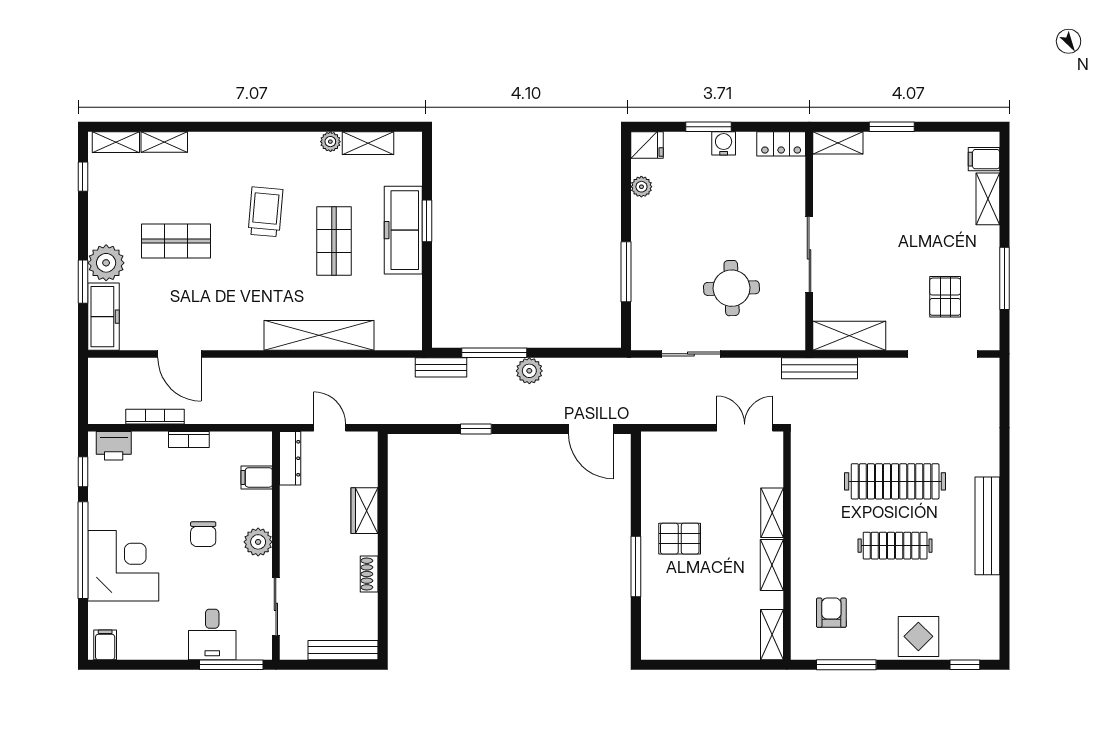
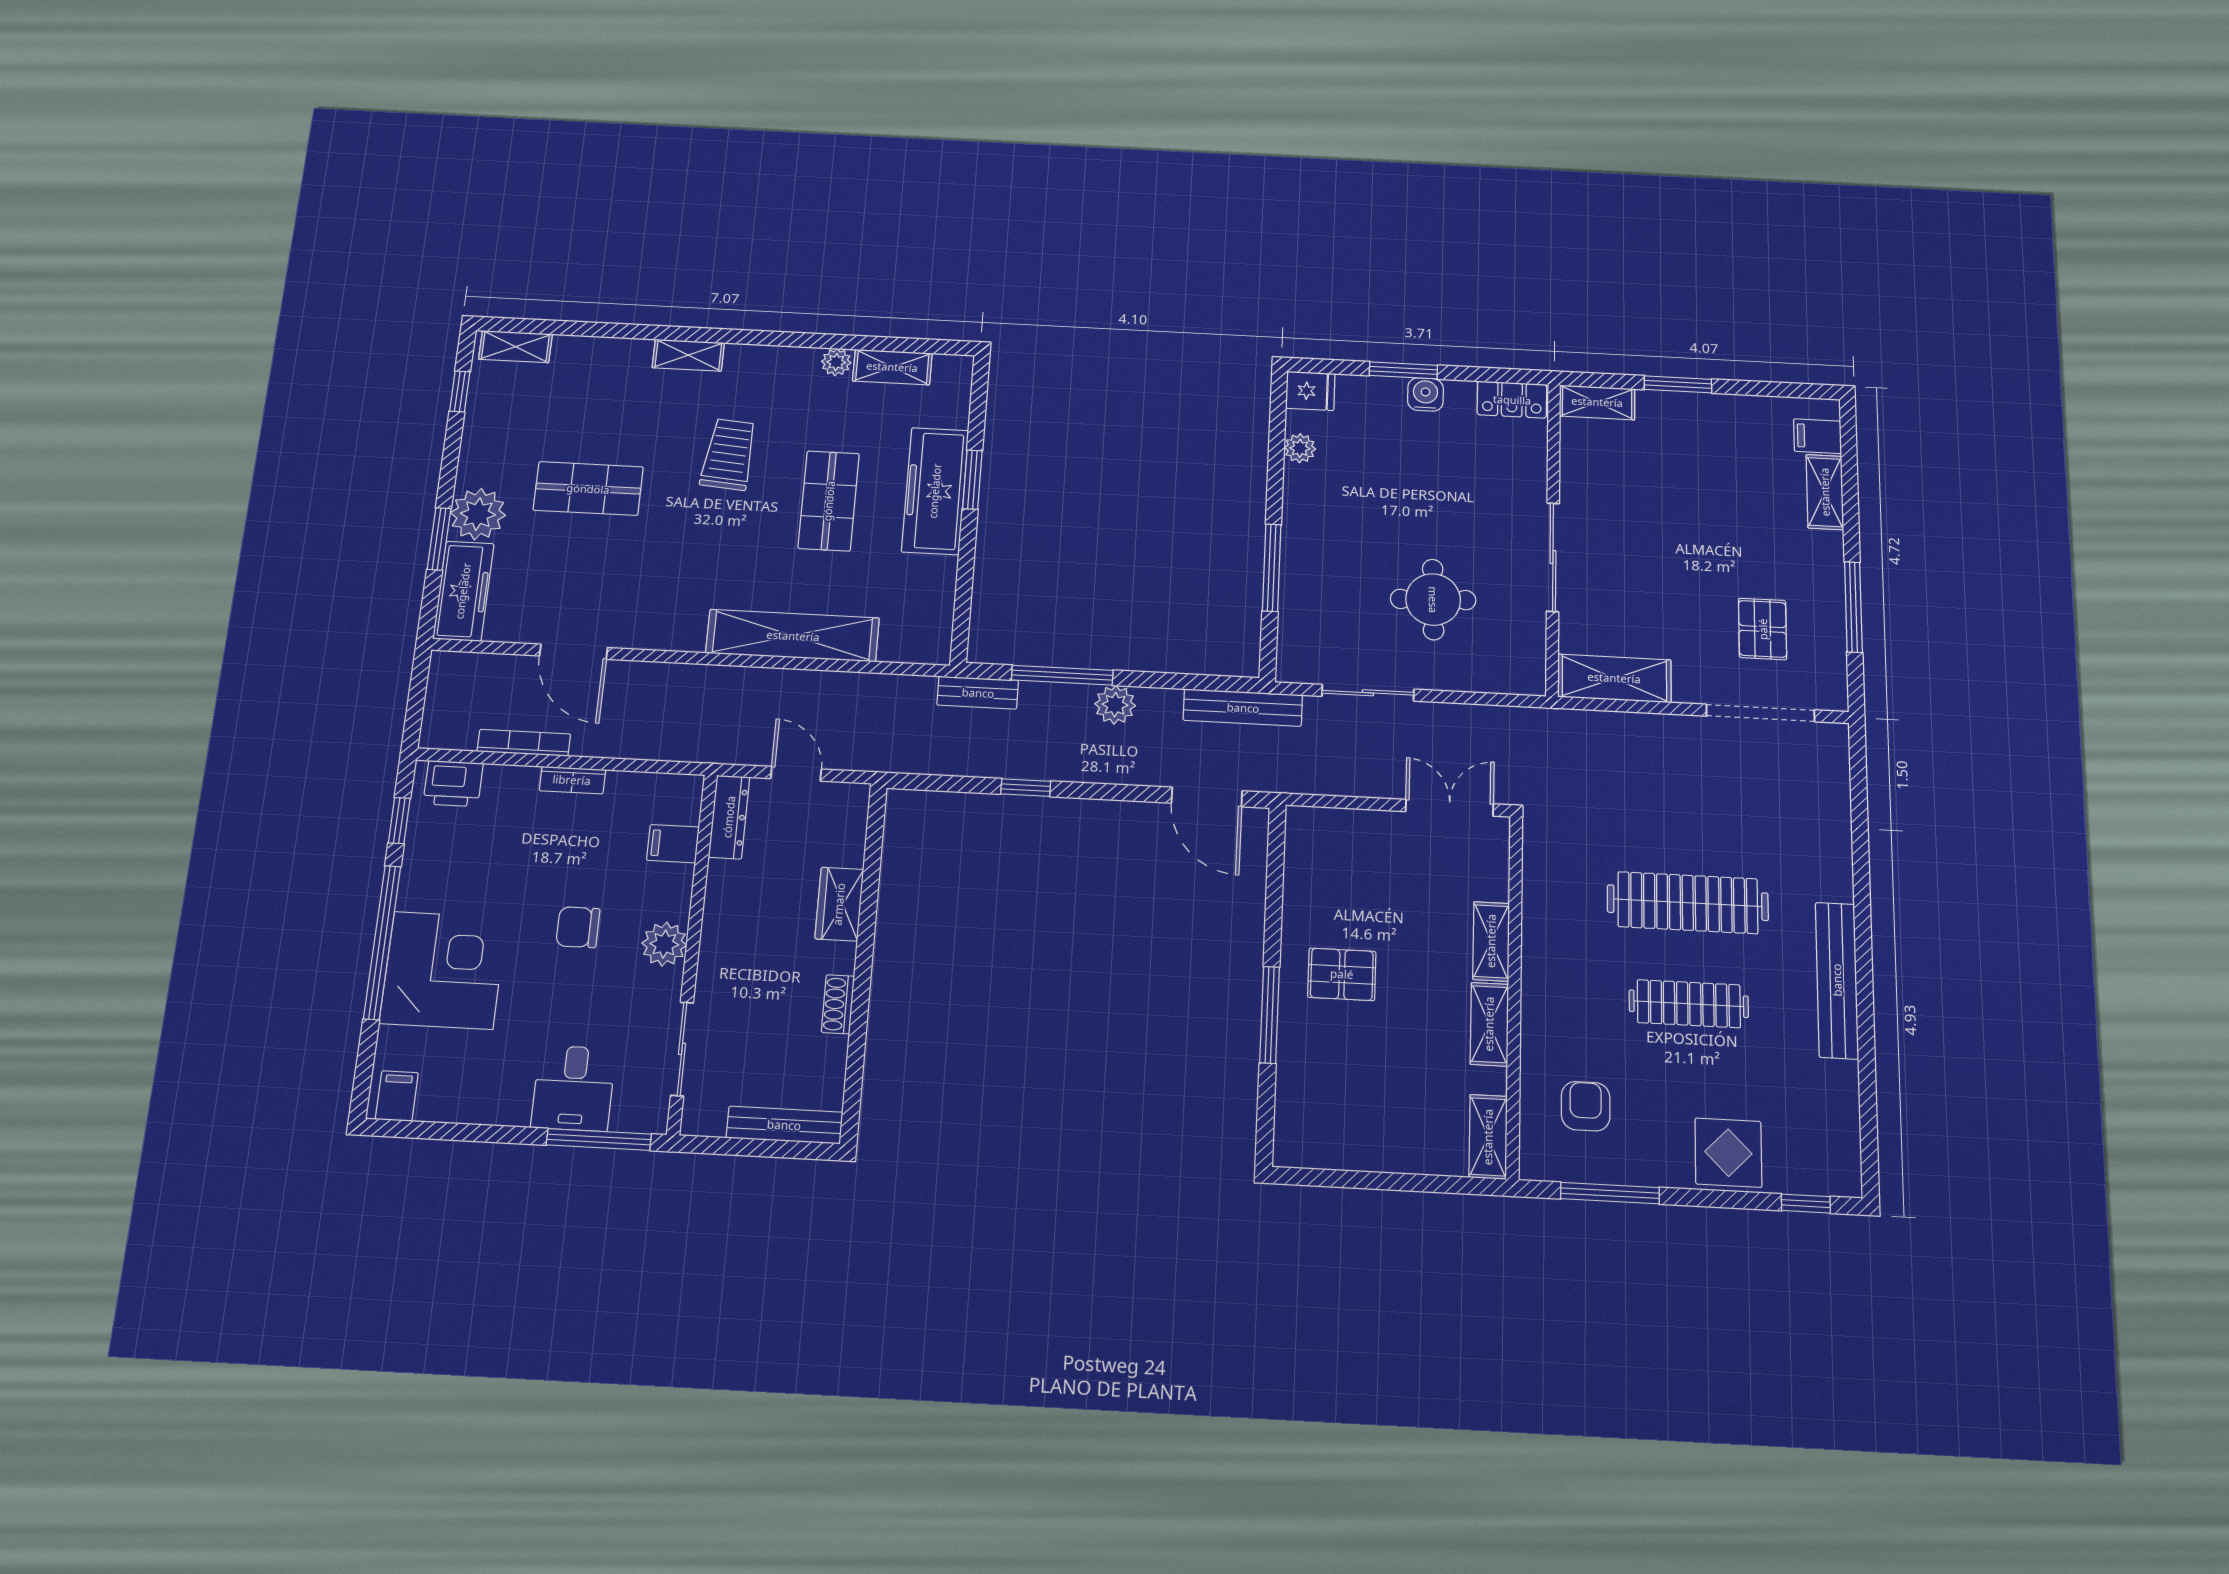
shelving: (164, 142) -> (688, 355), moved
bench: (820, 368) -> (1243, 708), moved
chair: (203, 534) -> (578, 927), turned 90

